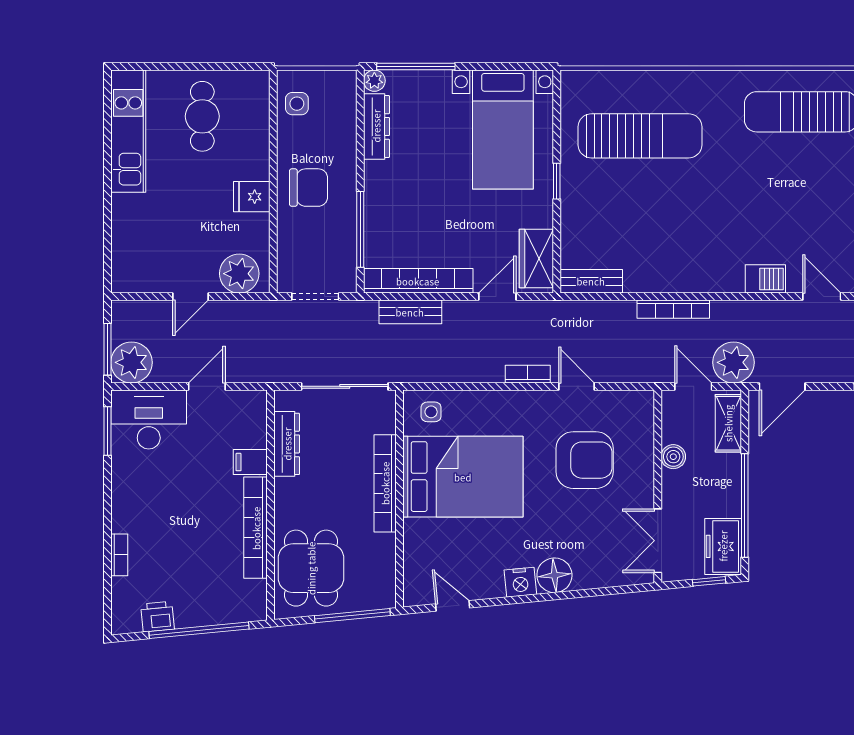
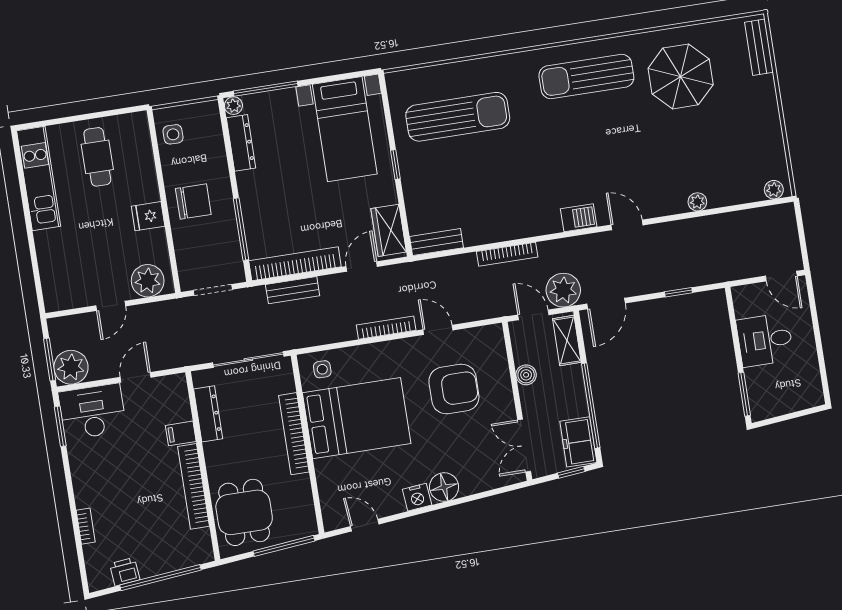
bookcase: (528, 374) -> (386, 328), width x1.56

